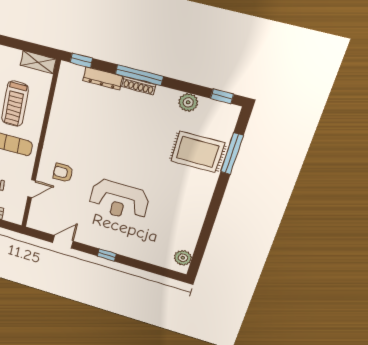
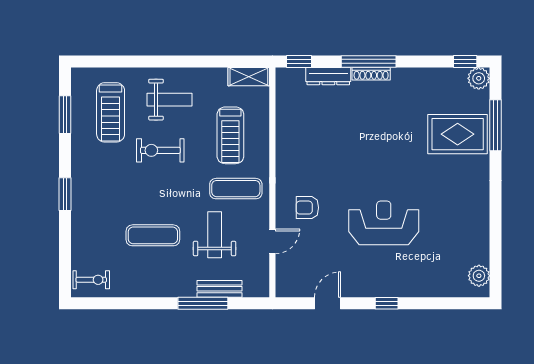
plant: (188, 102) -> (479, 78), moved
reception desk: (119, 200) -> (384, 223), turned 180

